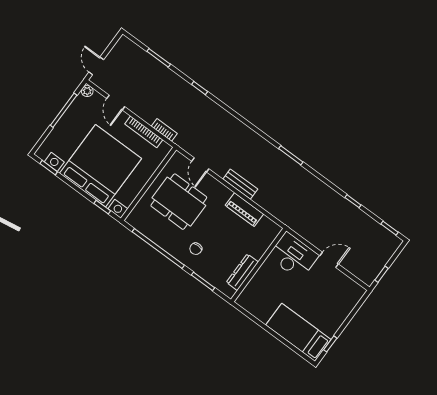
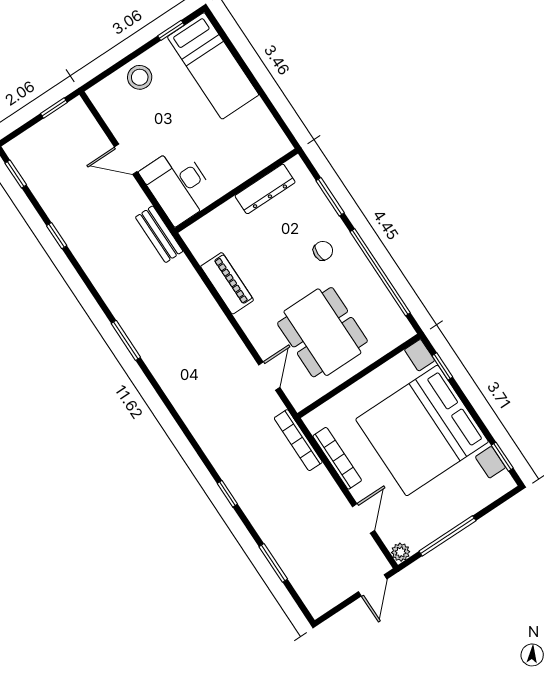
bookcase: (164, 130) -> (298, 440), width x1.56
bench: (240, 184) -> (159, 234), moved
stool: (338, 310) -> (140, 77), added

